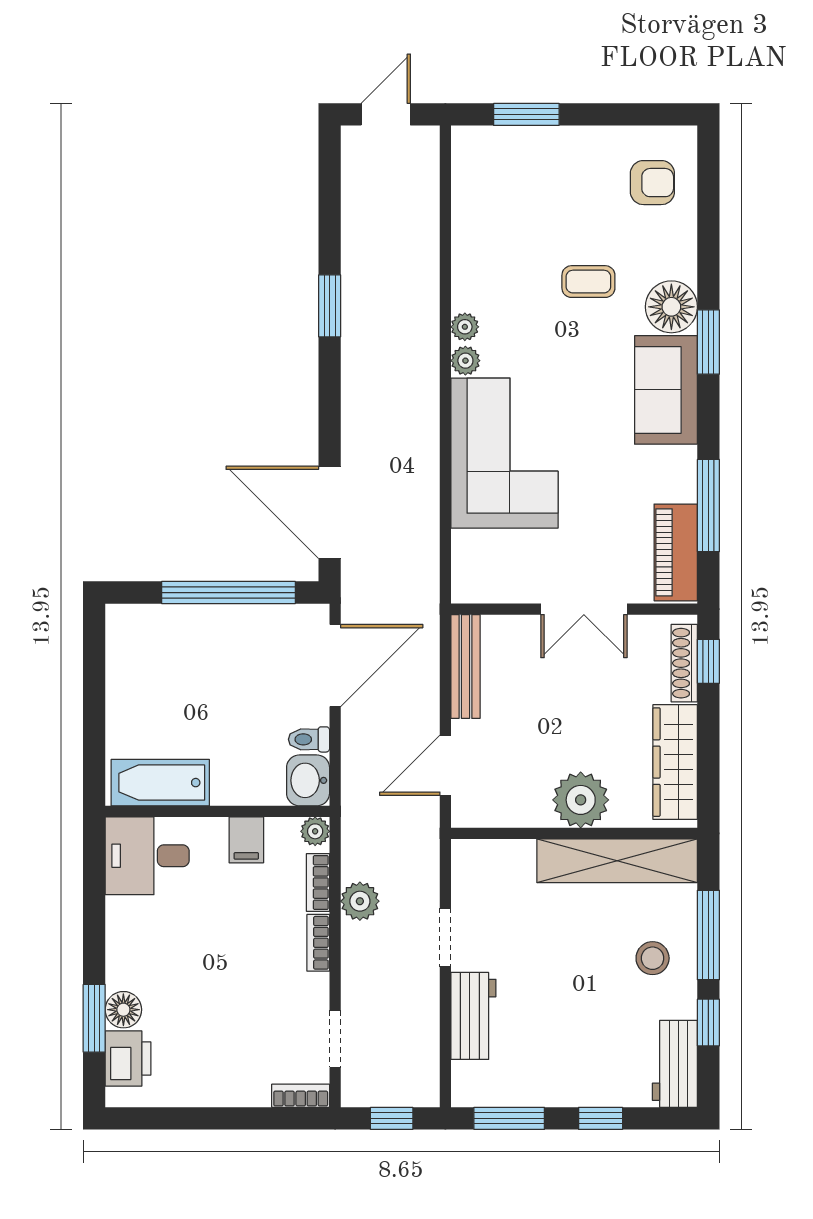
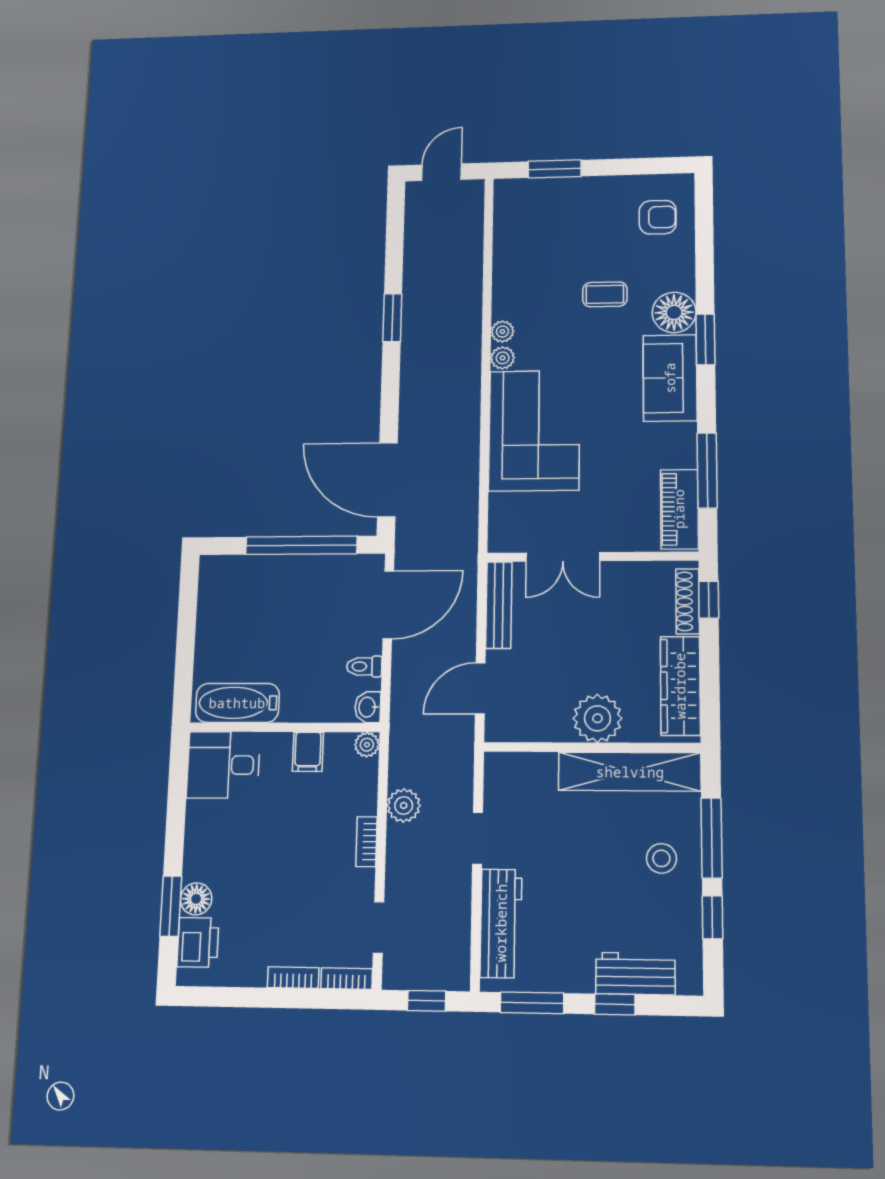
double door: (584, 609) -> (563, 557), moved
washbasin: (308, 780) -> (368, 707), width x0.72, depth x0.69
bookcase: (318, 883) -> (293, 978), moved, turned 90
workbench: (473, 1016) -> (501, 923), width x1.38
workbench: (675, 1064) -> (635, 974), moved, turned 90

